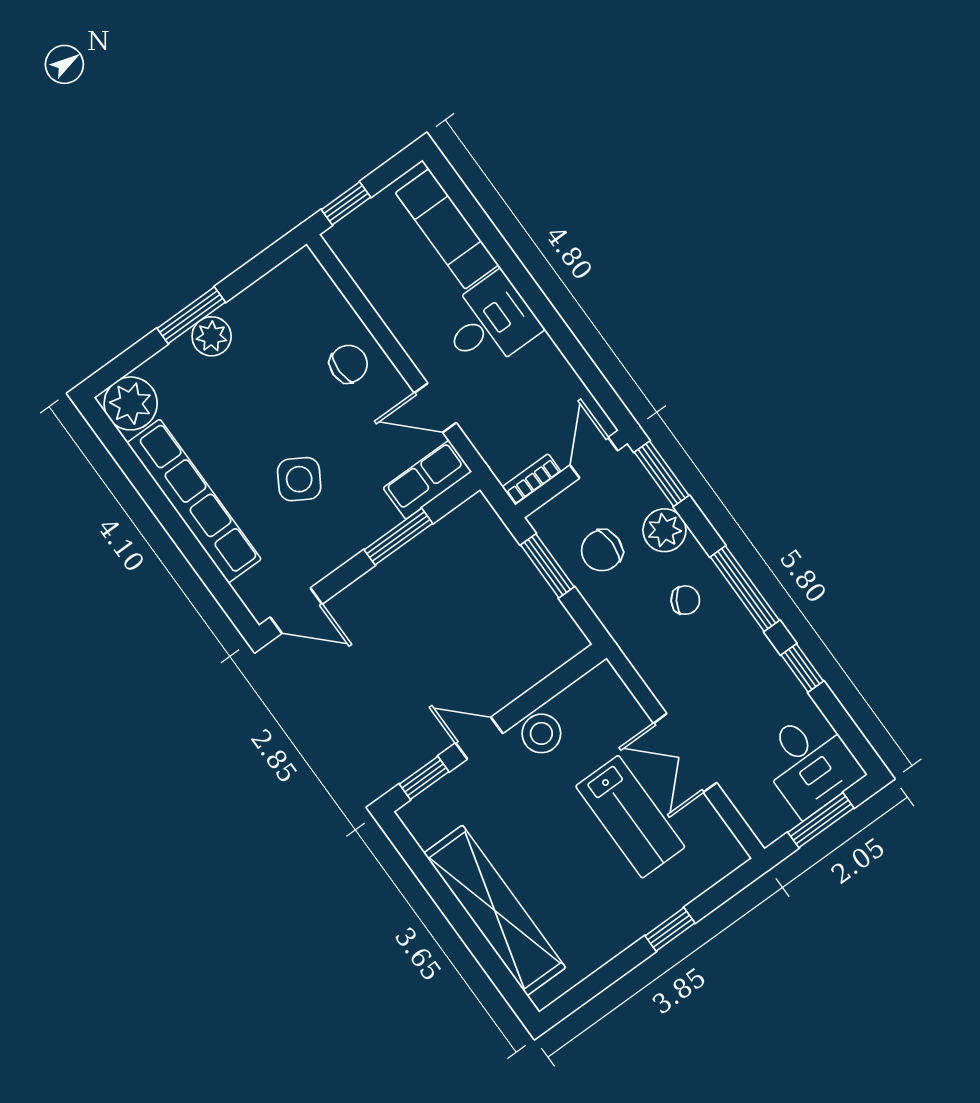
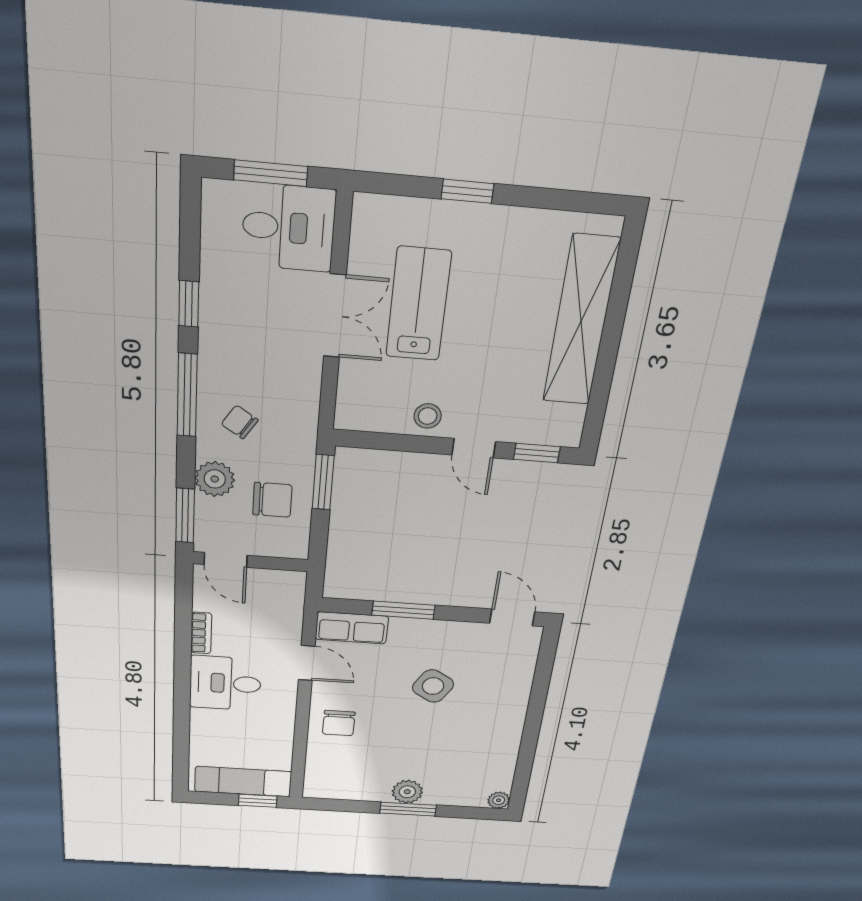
exam couch: (447, 229) -> (243, 782), moved, turned -90
chair: (349, 364) -> (339, 723), turned -90
plant: (131, 403) -> (499, 800), width x0.53, depth x0.53
door: (594, 458) -> (226, 560), hinge flipped
bookcase: (532, 479) -> (201, 633), moved, turned -90
row of seats: (194, 501) -> (509, 720), removed
window: (547, 566) -> (323, 482), moved
stool: (541, 733) -> (428, 416), width x0.73, depth x0.73
desk: (810, 763) -> (289, 228), moved, turned 90

